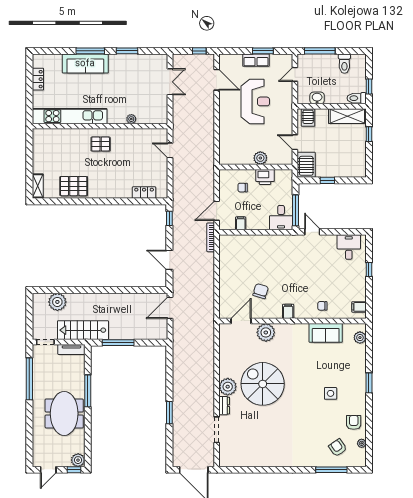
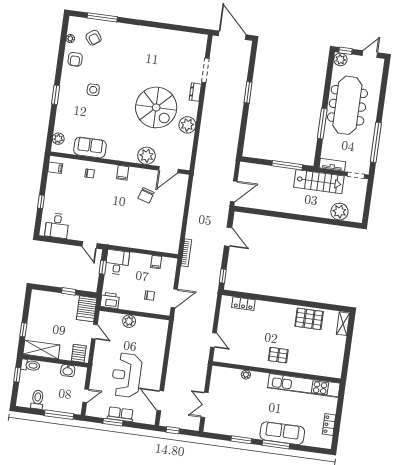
printer: (265, 177) -> (110, 300), moved
window: (295, 210) -> (103, 267), width x0.46
door: (217, 211) -> (174, 298), moved
plant: (228, 387) -> (187, 125), moved
meeting table: (64, 413) -> (347, 105), width x1.36

